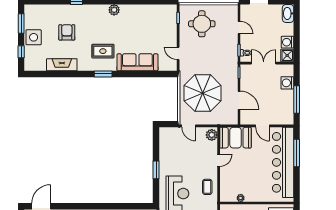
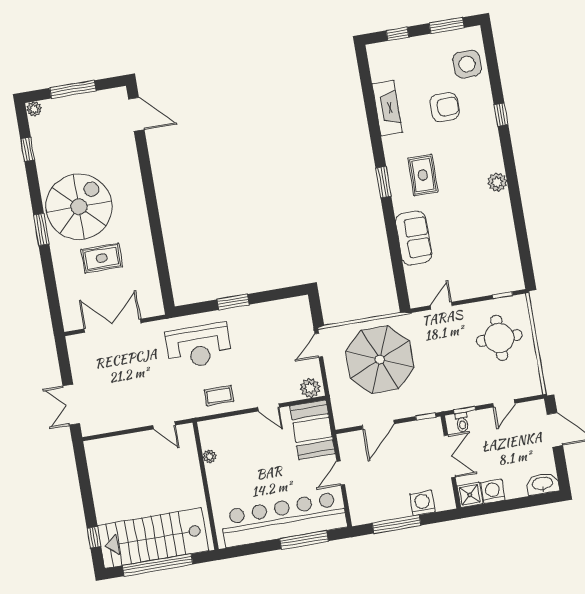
side table: (34, 37) -> (467, 64), moved
sofa: (137, 62) -> (414, 238), width x0.73

